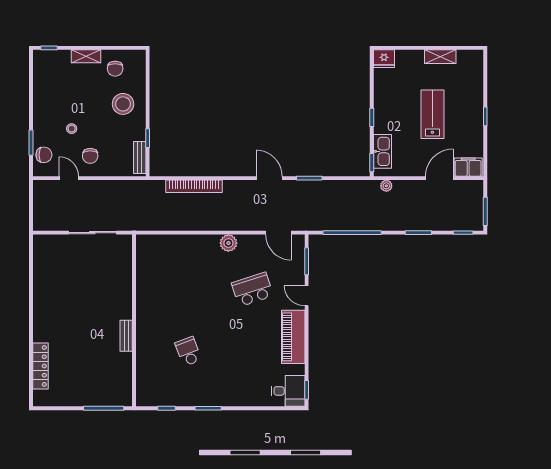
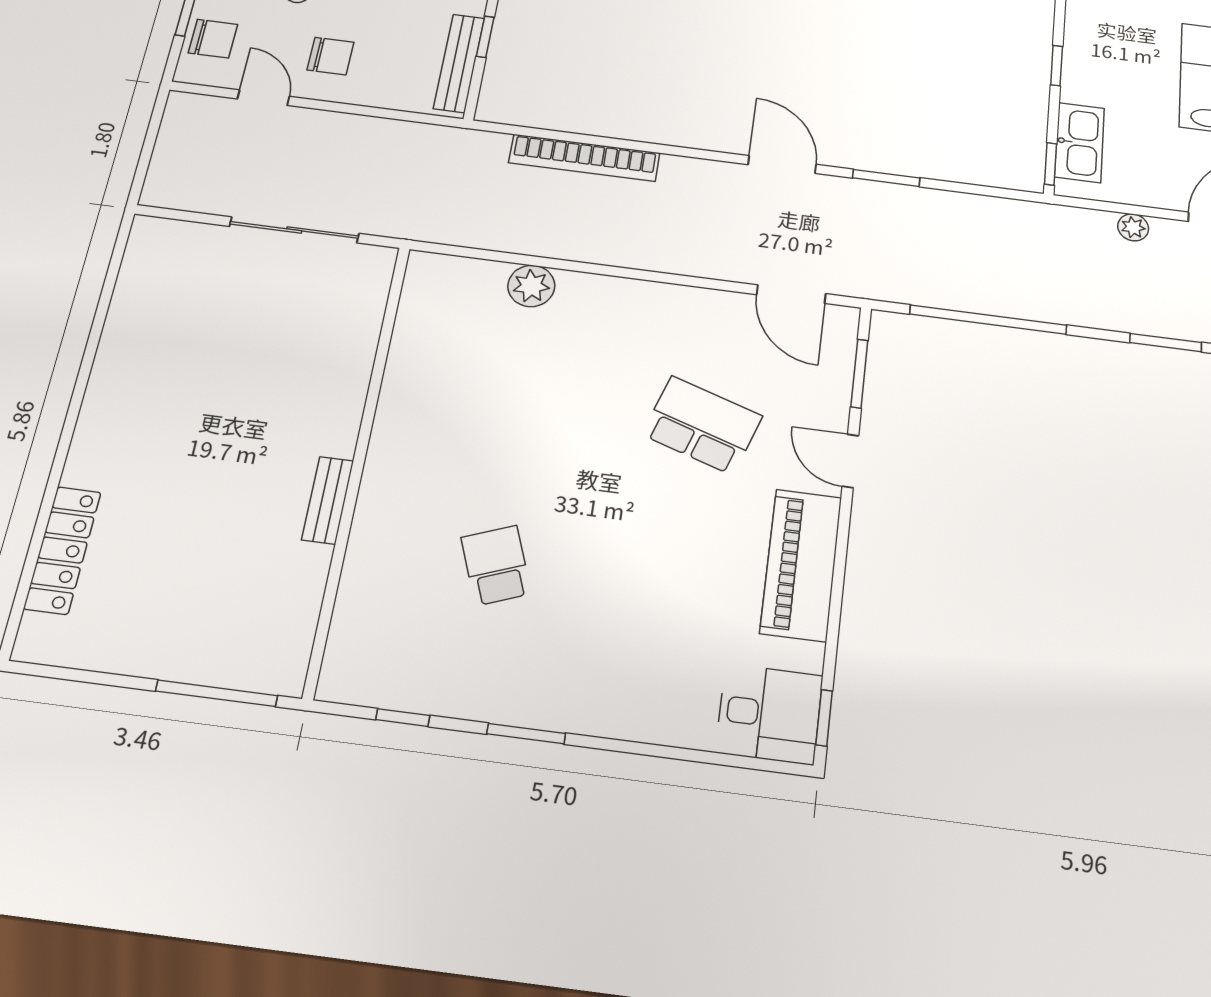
chair: (90, 156) -> (330, 56), turned -90
bench: (140, 157) -> (459, 63), width x1.36
plant: (386, 186) -> (1133, 227), moved
plant: (228, 243) -> (531, 286), moved
school desk: (252, 289) -> (702, 425), turned 36

